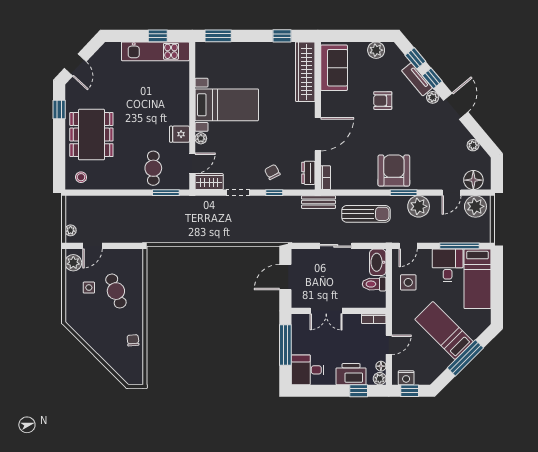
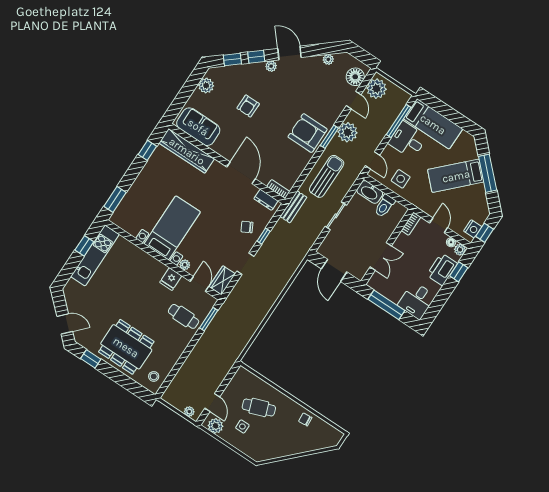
tv unit: (417, 79) -> (249, 69), removed

